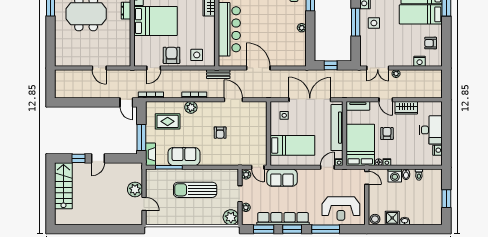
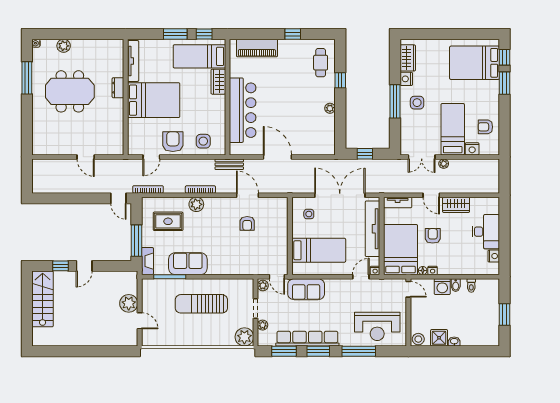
bed: (421, 14) -> (453, 129), moved, turned 90
armchair: (220, 133) -> (247, 223), moved

